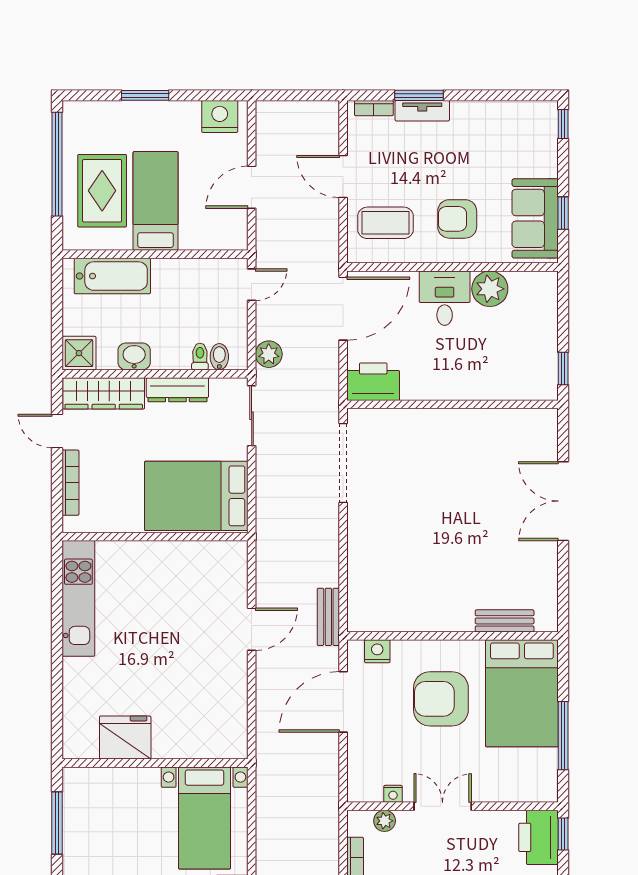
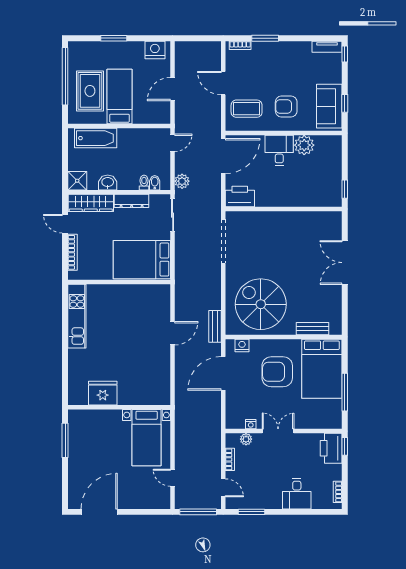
tv unit: (422, 111) -> (327, 47), moved
spiral stairs: (411, 577) -> (261, 304), added

